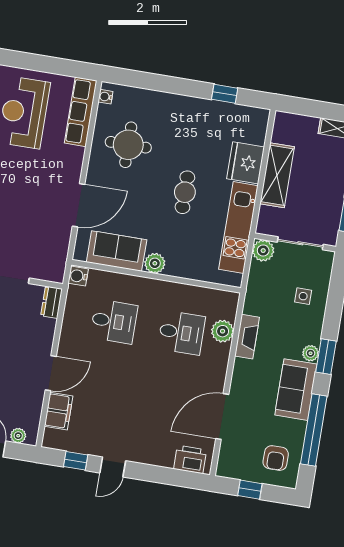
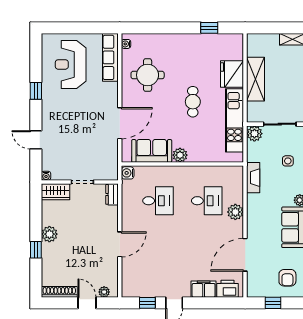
plant: (223, 331) -> (235, 212), moved
fireplace: (247, 337) -> (253, 178), moved
filing cabinet: (59, 411) -> (204, 289), moved, turned -90

